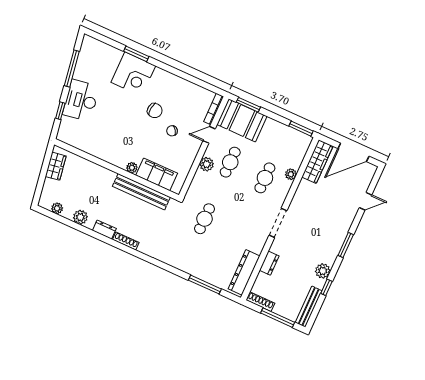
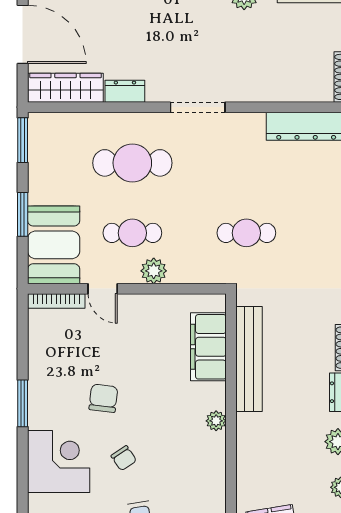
window: (136, 54) -> (23, 403), moved
window: (248, 105) -> (23, 214), moved
chair: (172, 131) -> (124, 458), moved
plant: (132, 168) -> (216, 421), moved
plant: (291, 174) -> (107, 122), removed
cafe table: (265, 178) -> (132, 163), width x1.37, depth x1.35
dresser: (269, 263) -> (125, 91), moved

